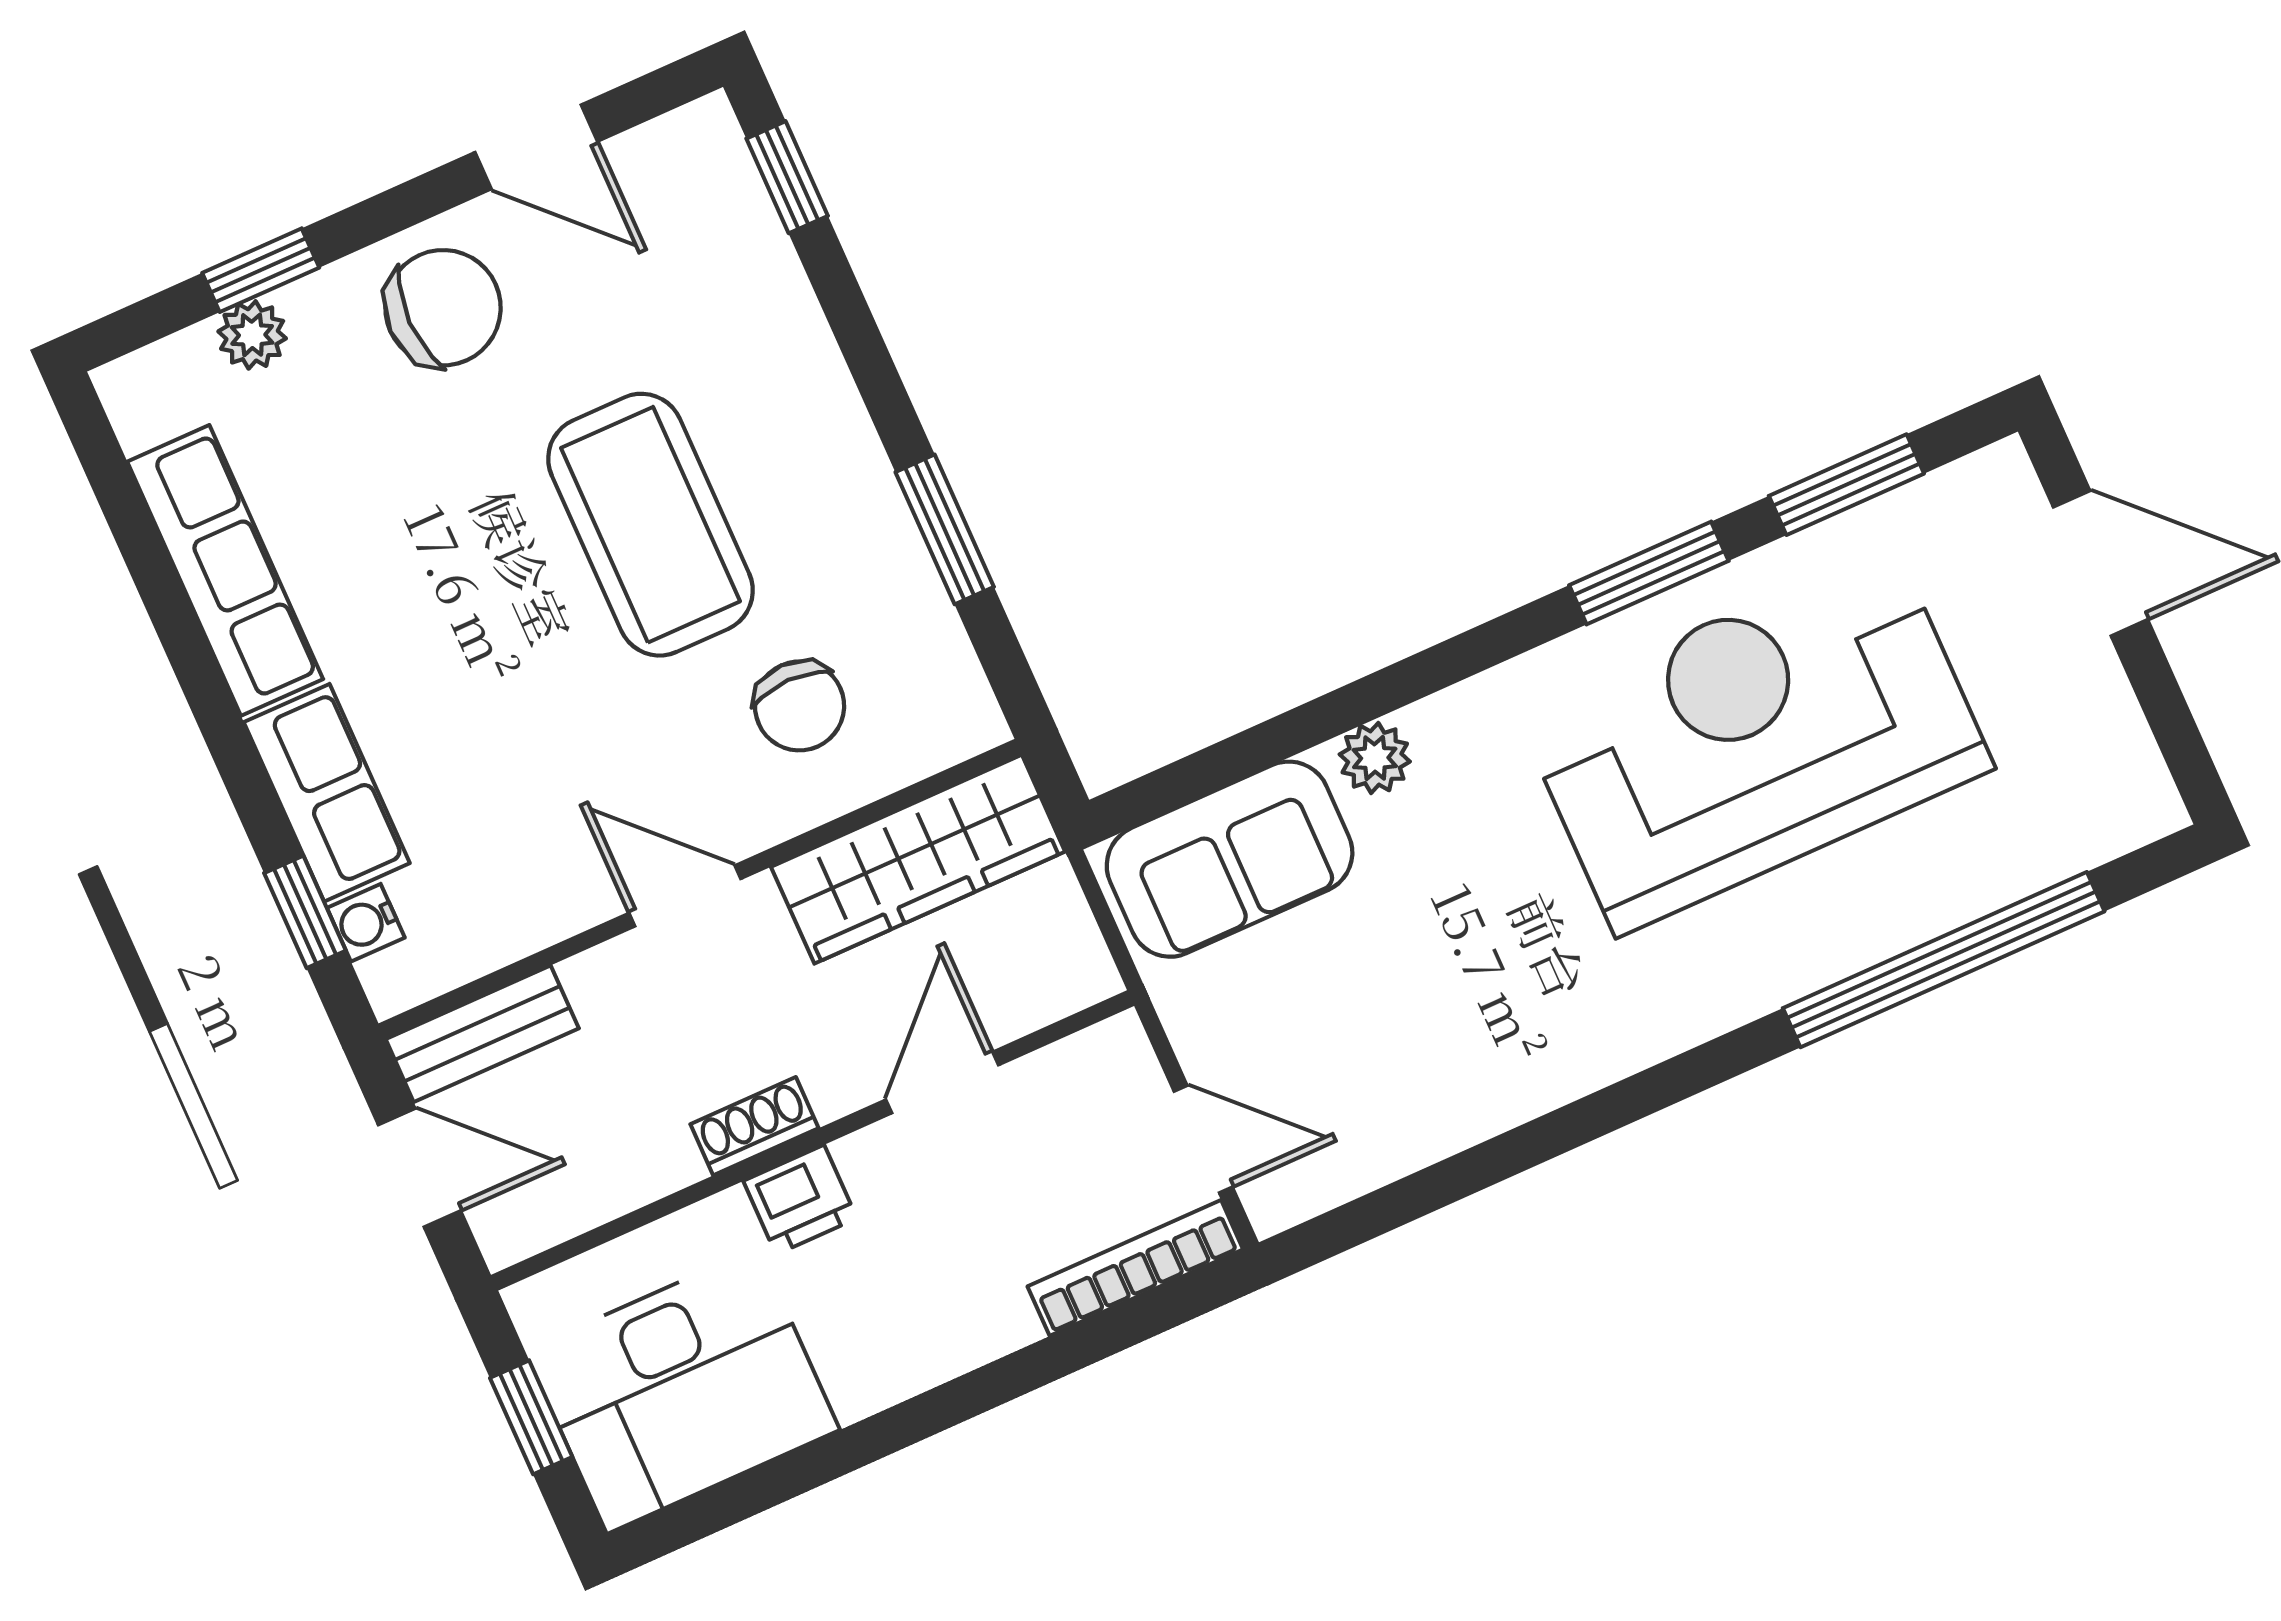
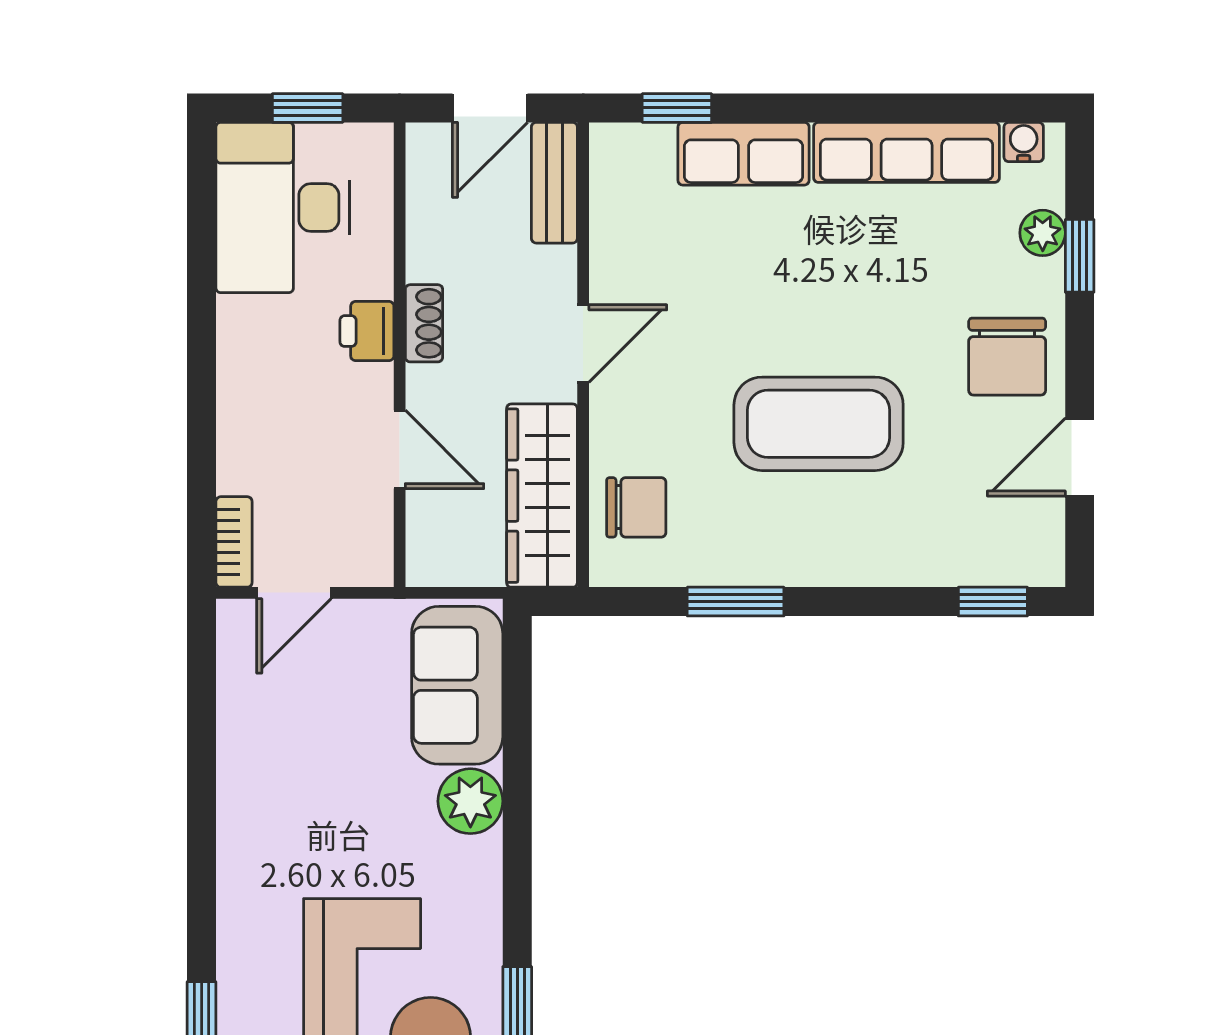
chair: (800, 706) -> (636, 507), moved, turned 180
plant: (1375, 758) -> (470, 801), width x1.38, depth x1.38
water cooler: (366, 923) -> (1024, 142), moved
bookcase: (1135, 1268) -> (234, 542), width x0.64

